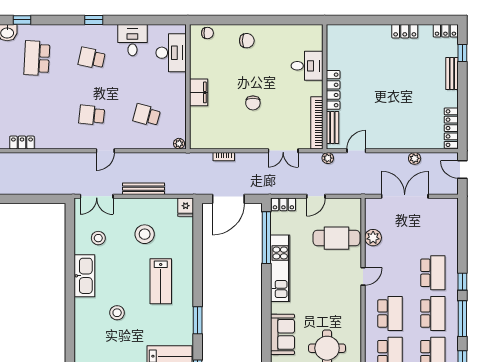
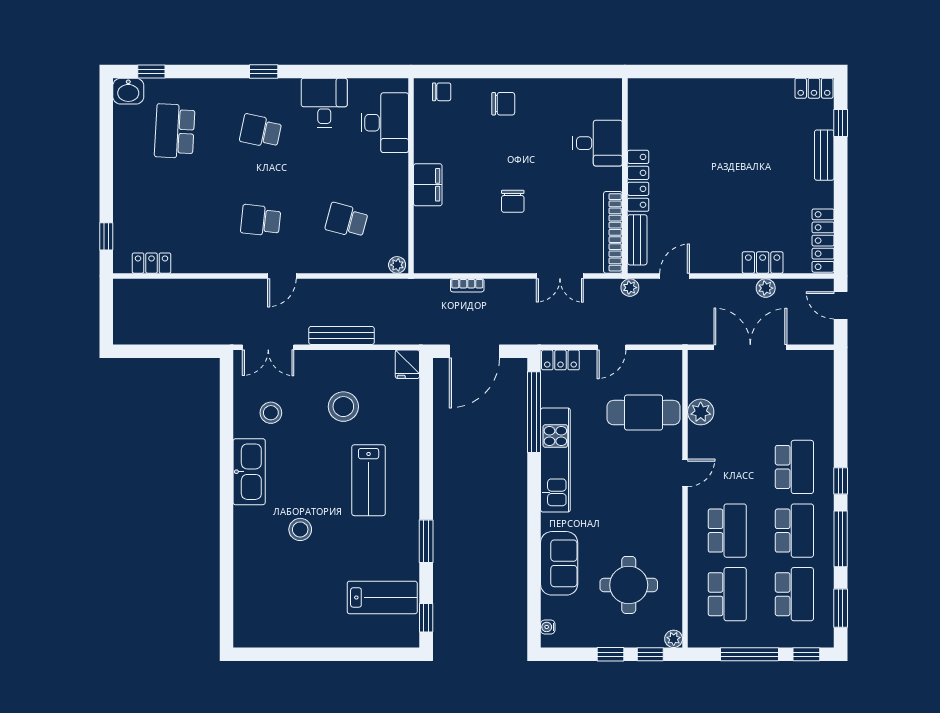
locker: (405, 31) -> (763, 263), moved, turned 180

